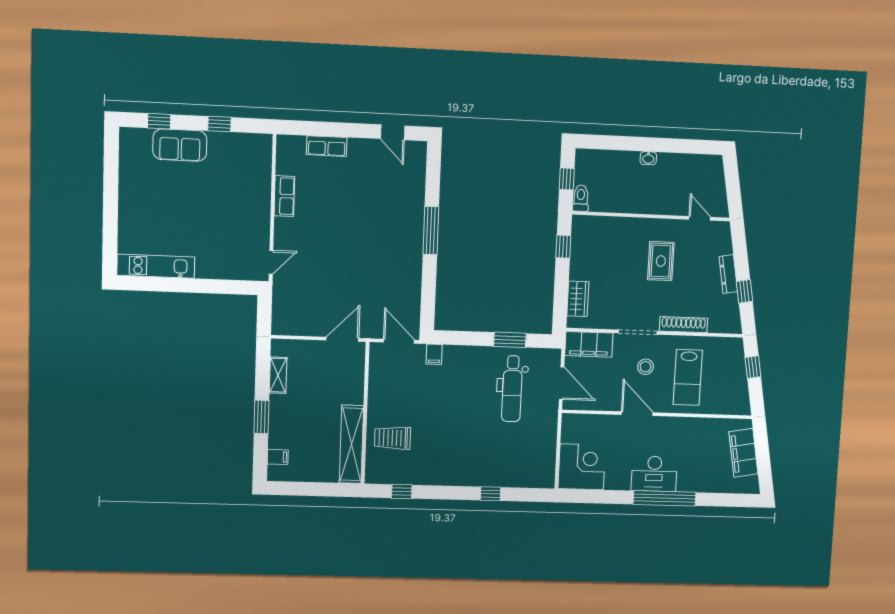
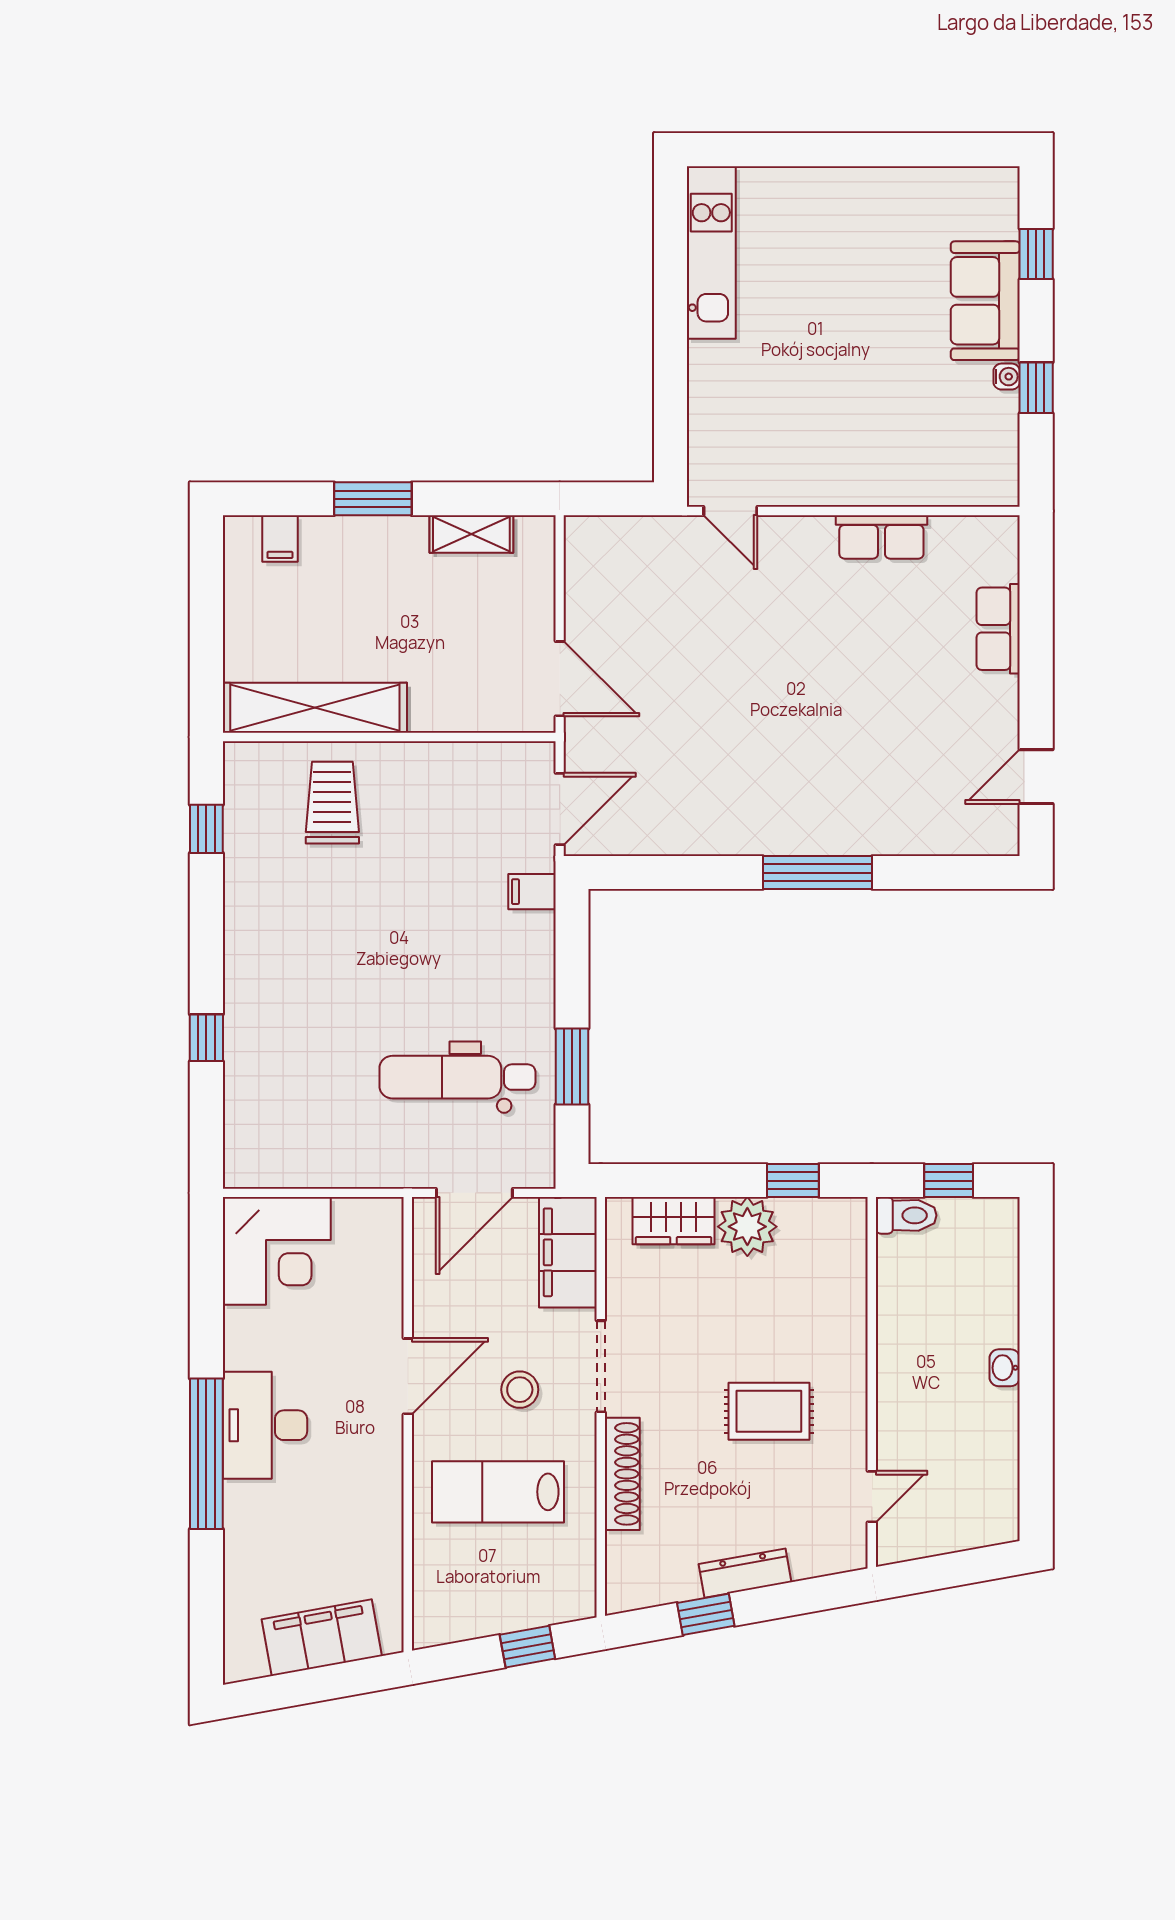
water cooler: (214, 137) -> (1007, 377), added
plant: (582, 267) -> (747, 1227), added

